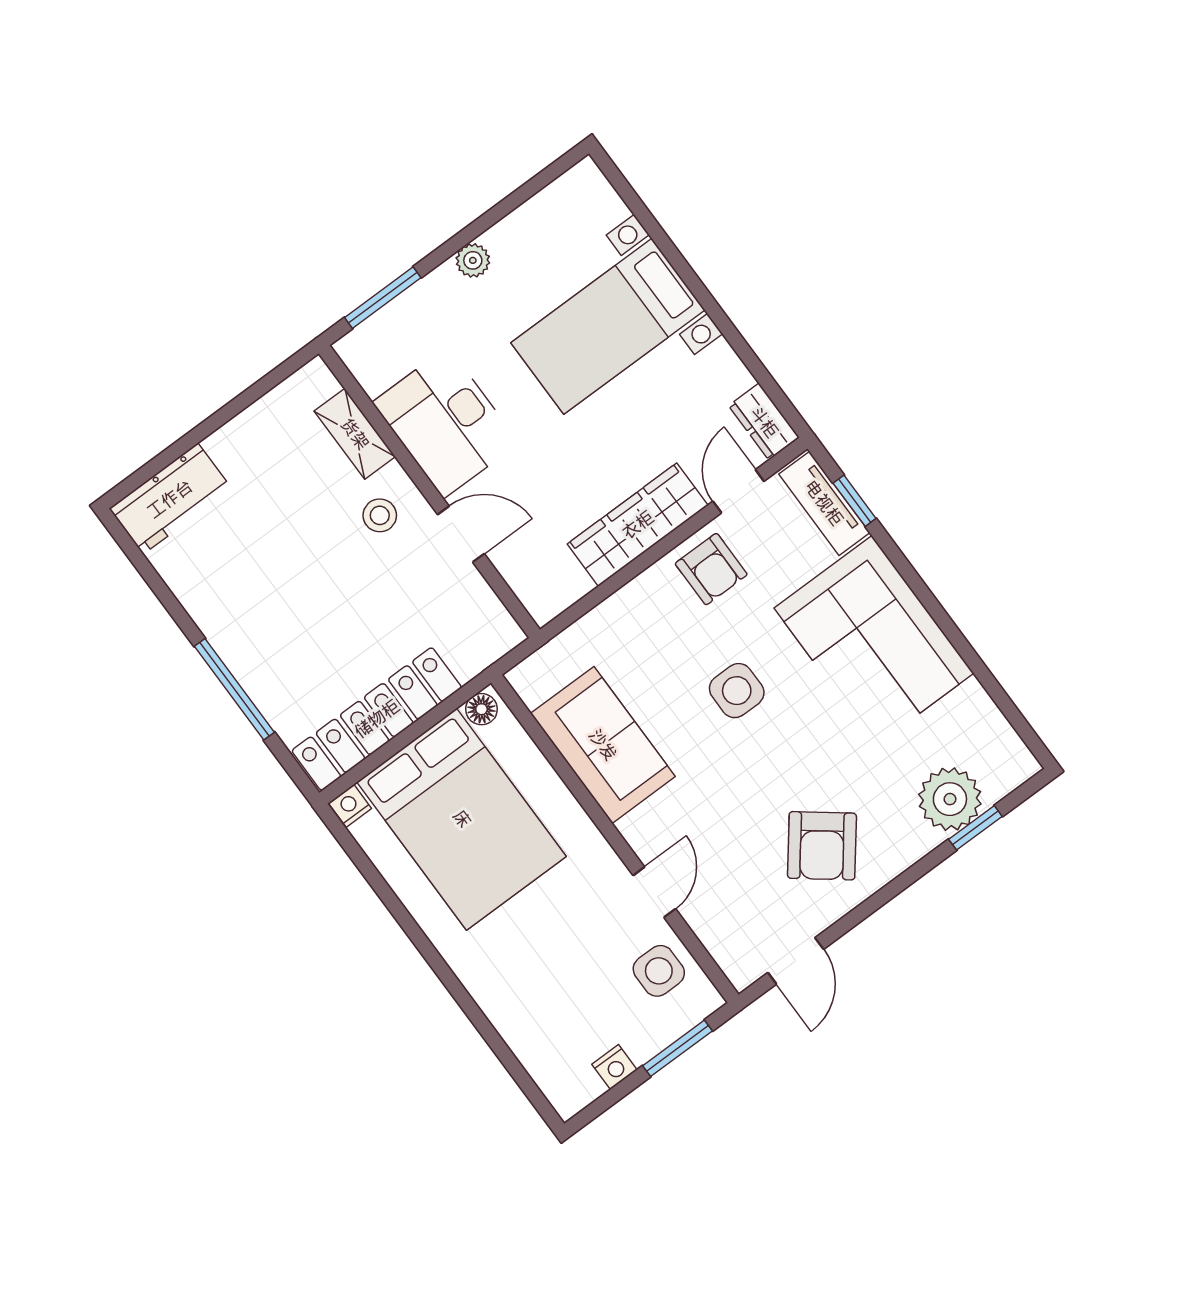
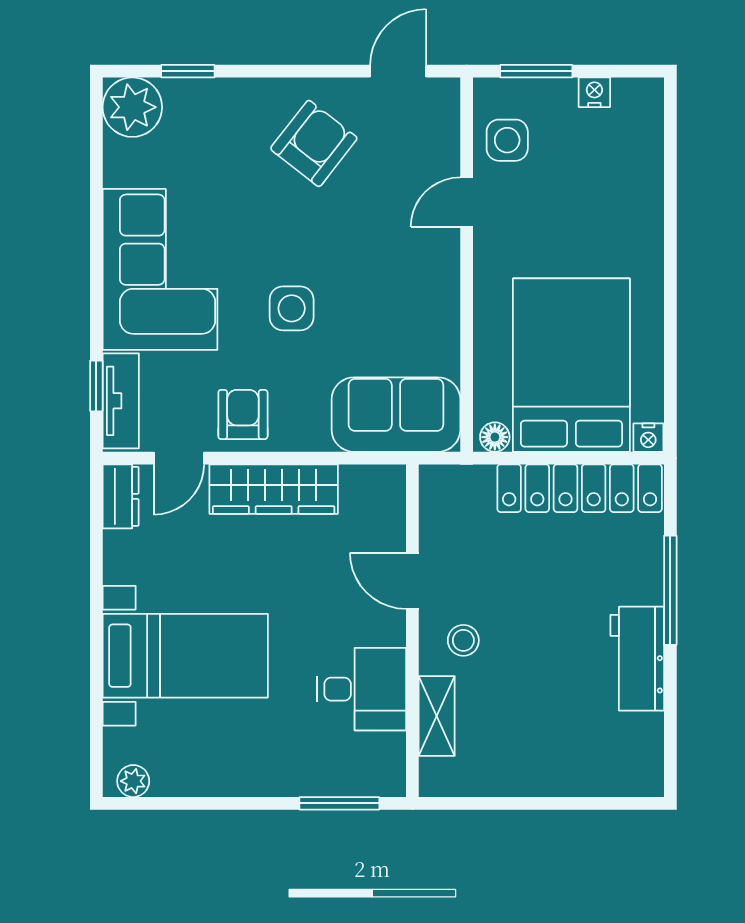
plant: (473, 260) -> (133, 781), moved
desk: (446, 423) -> (362, 689), width x0.73
workbench: (170, 499) -> (637, 659), moved, turned -90
sofa: (603, 745) -> (396, 415), moved, turned 90
plant: (950, 799) -> (132, 107), moved

